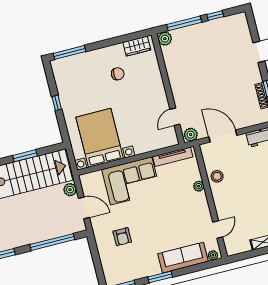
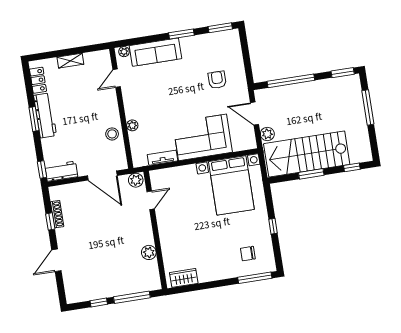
plant: (165, 39) -> (149, 252), moved
chair: (118, 74) -> (248, 254), moved
tv unit: (173, 157) -> (162, 158), width x0.71

